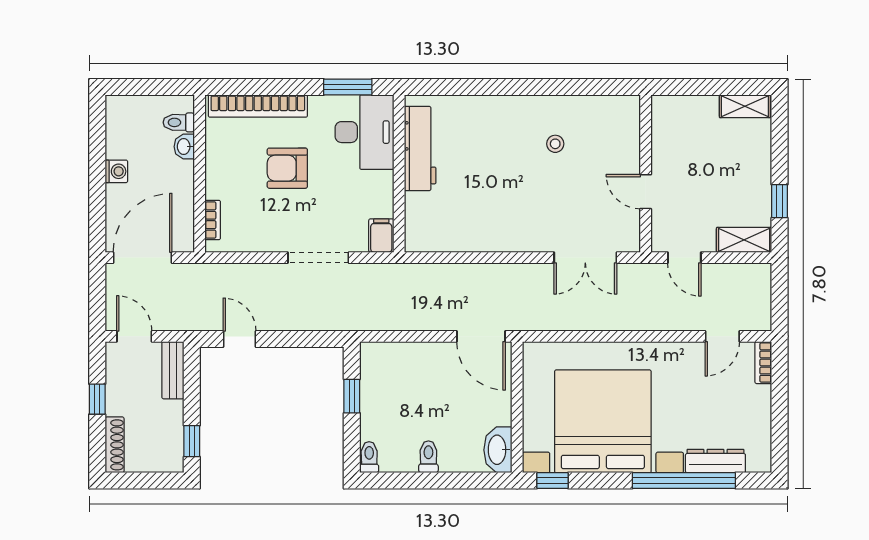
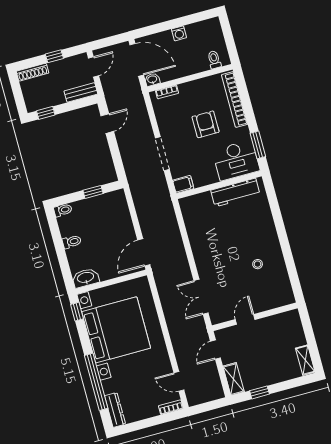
washbasin: (184, 147) -> (152, 80), moved
dresser: (715, 461) -> (115, 410), moved

